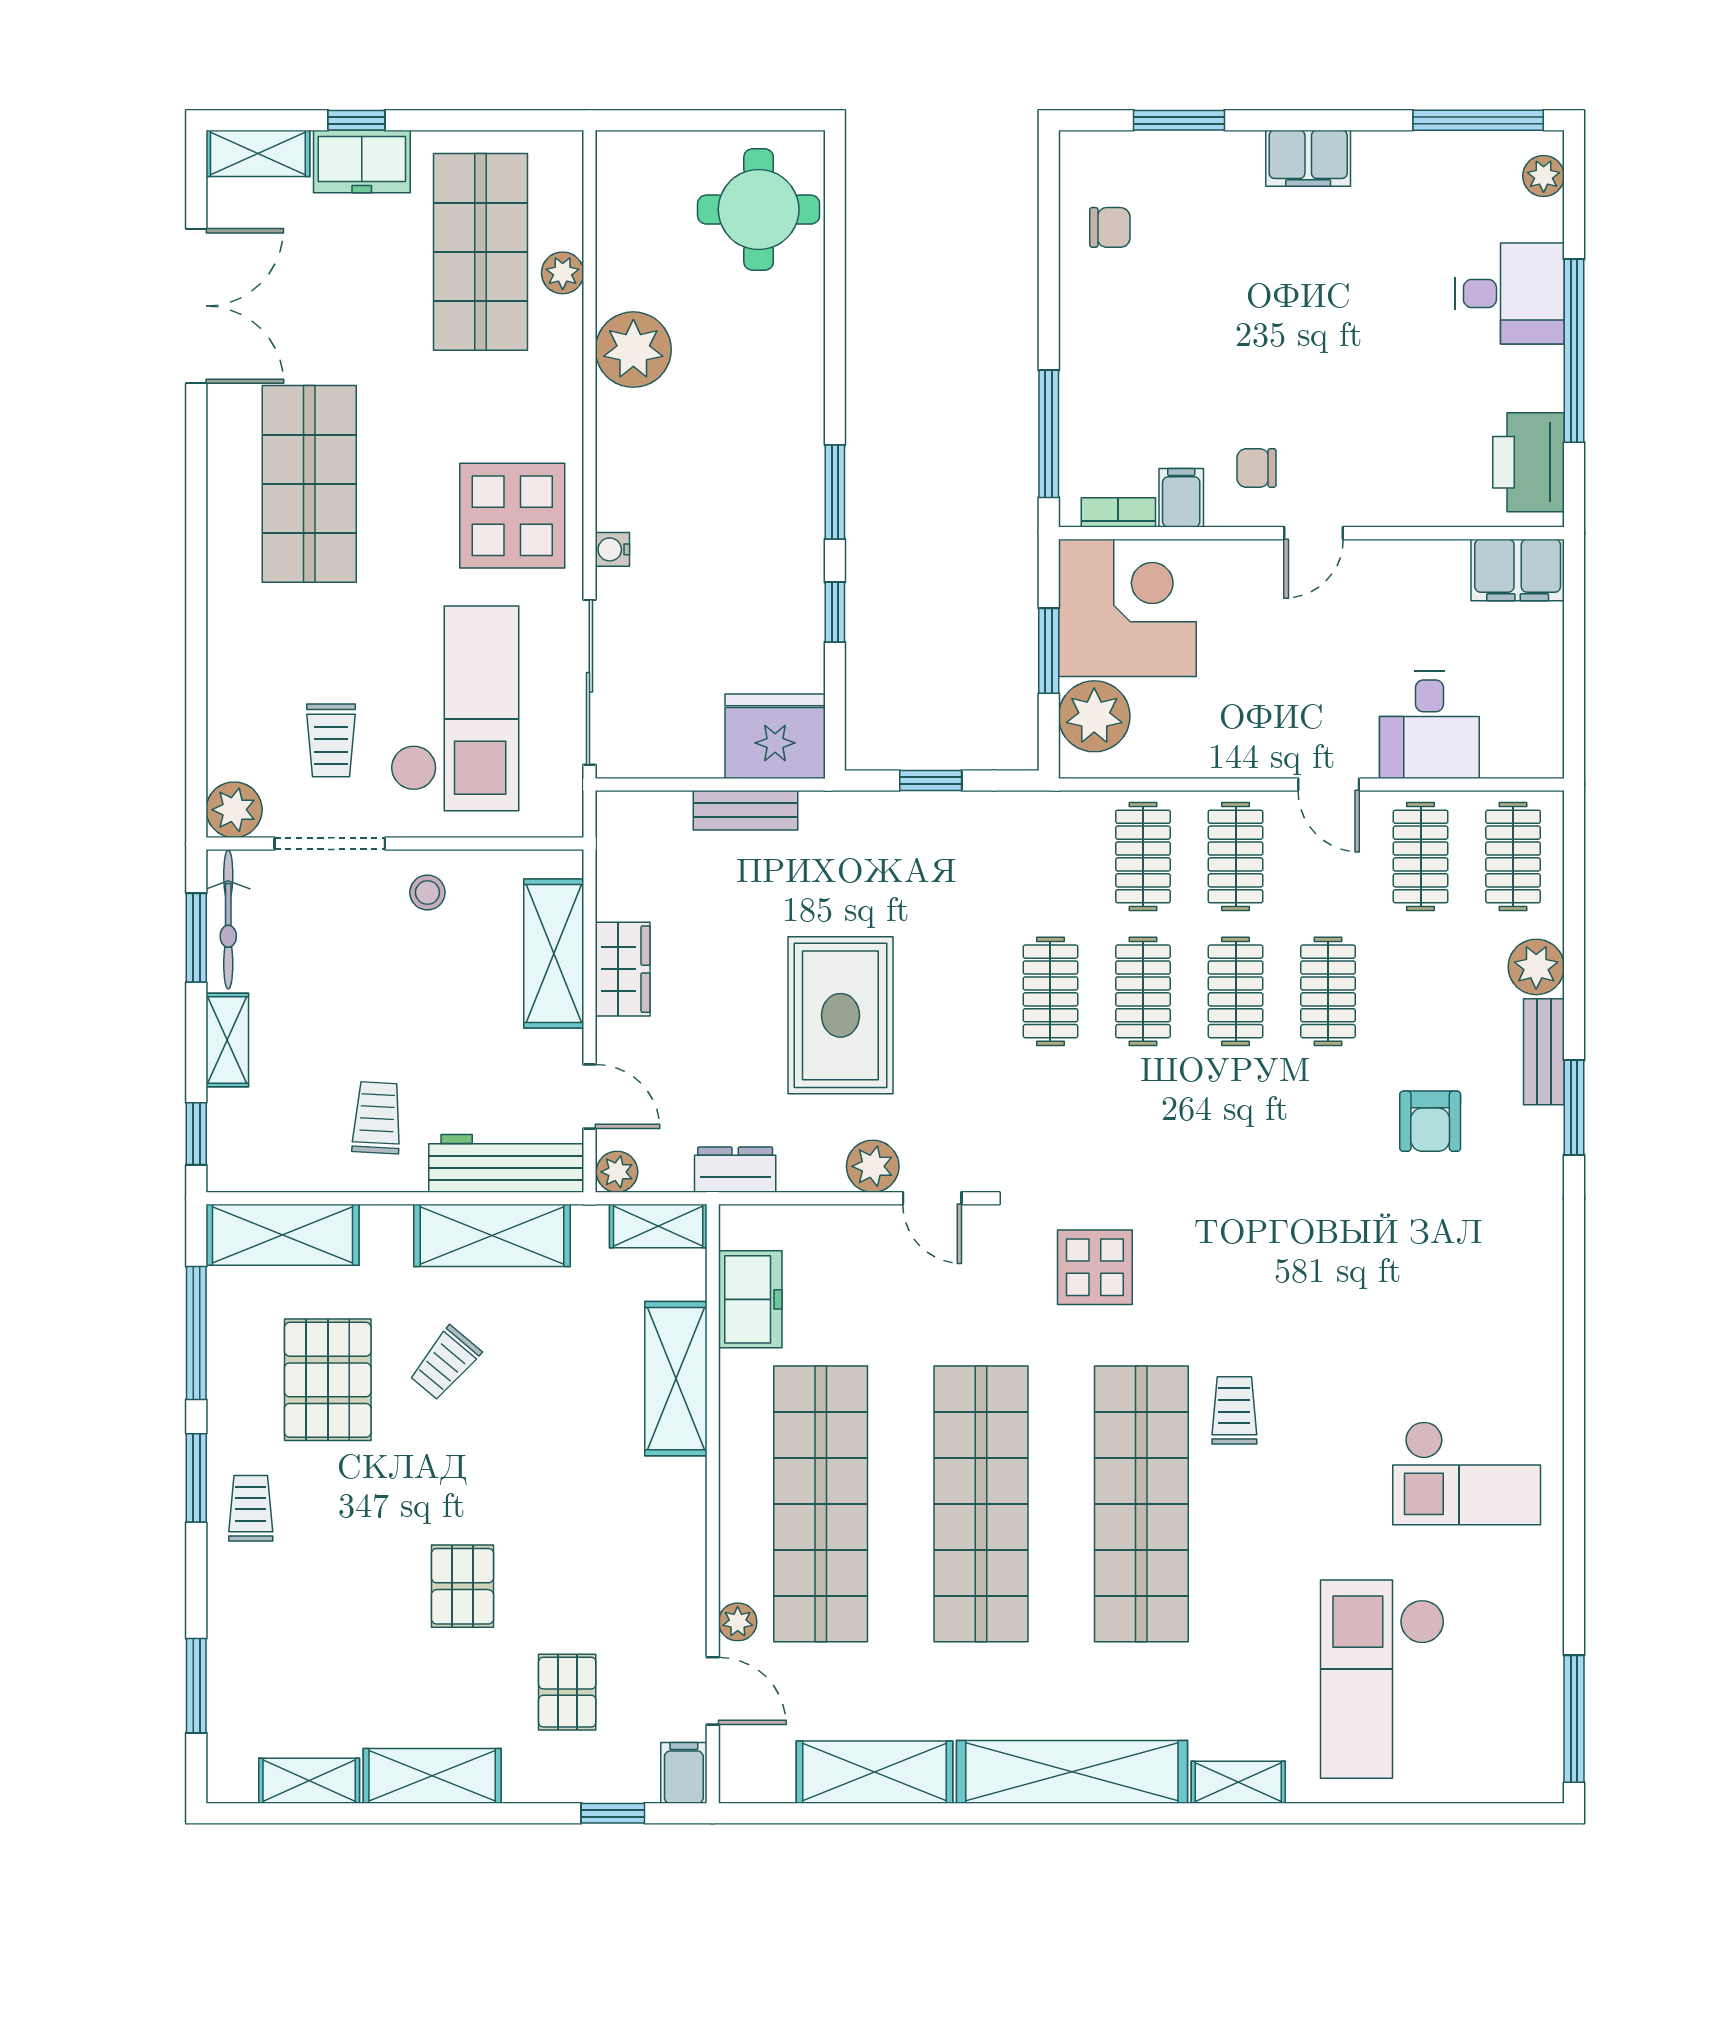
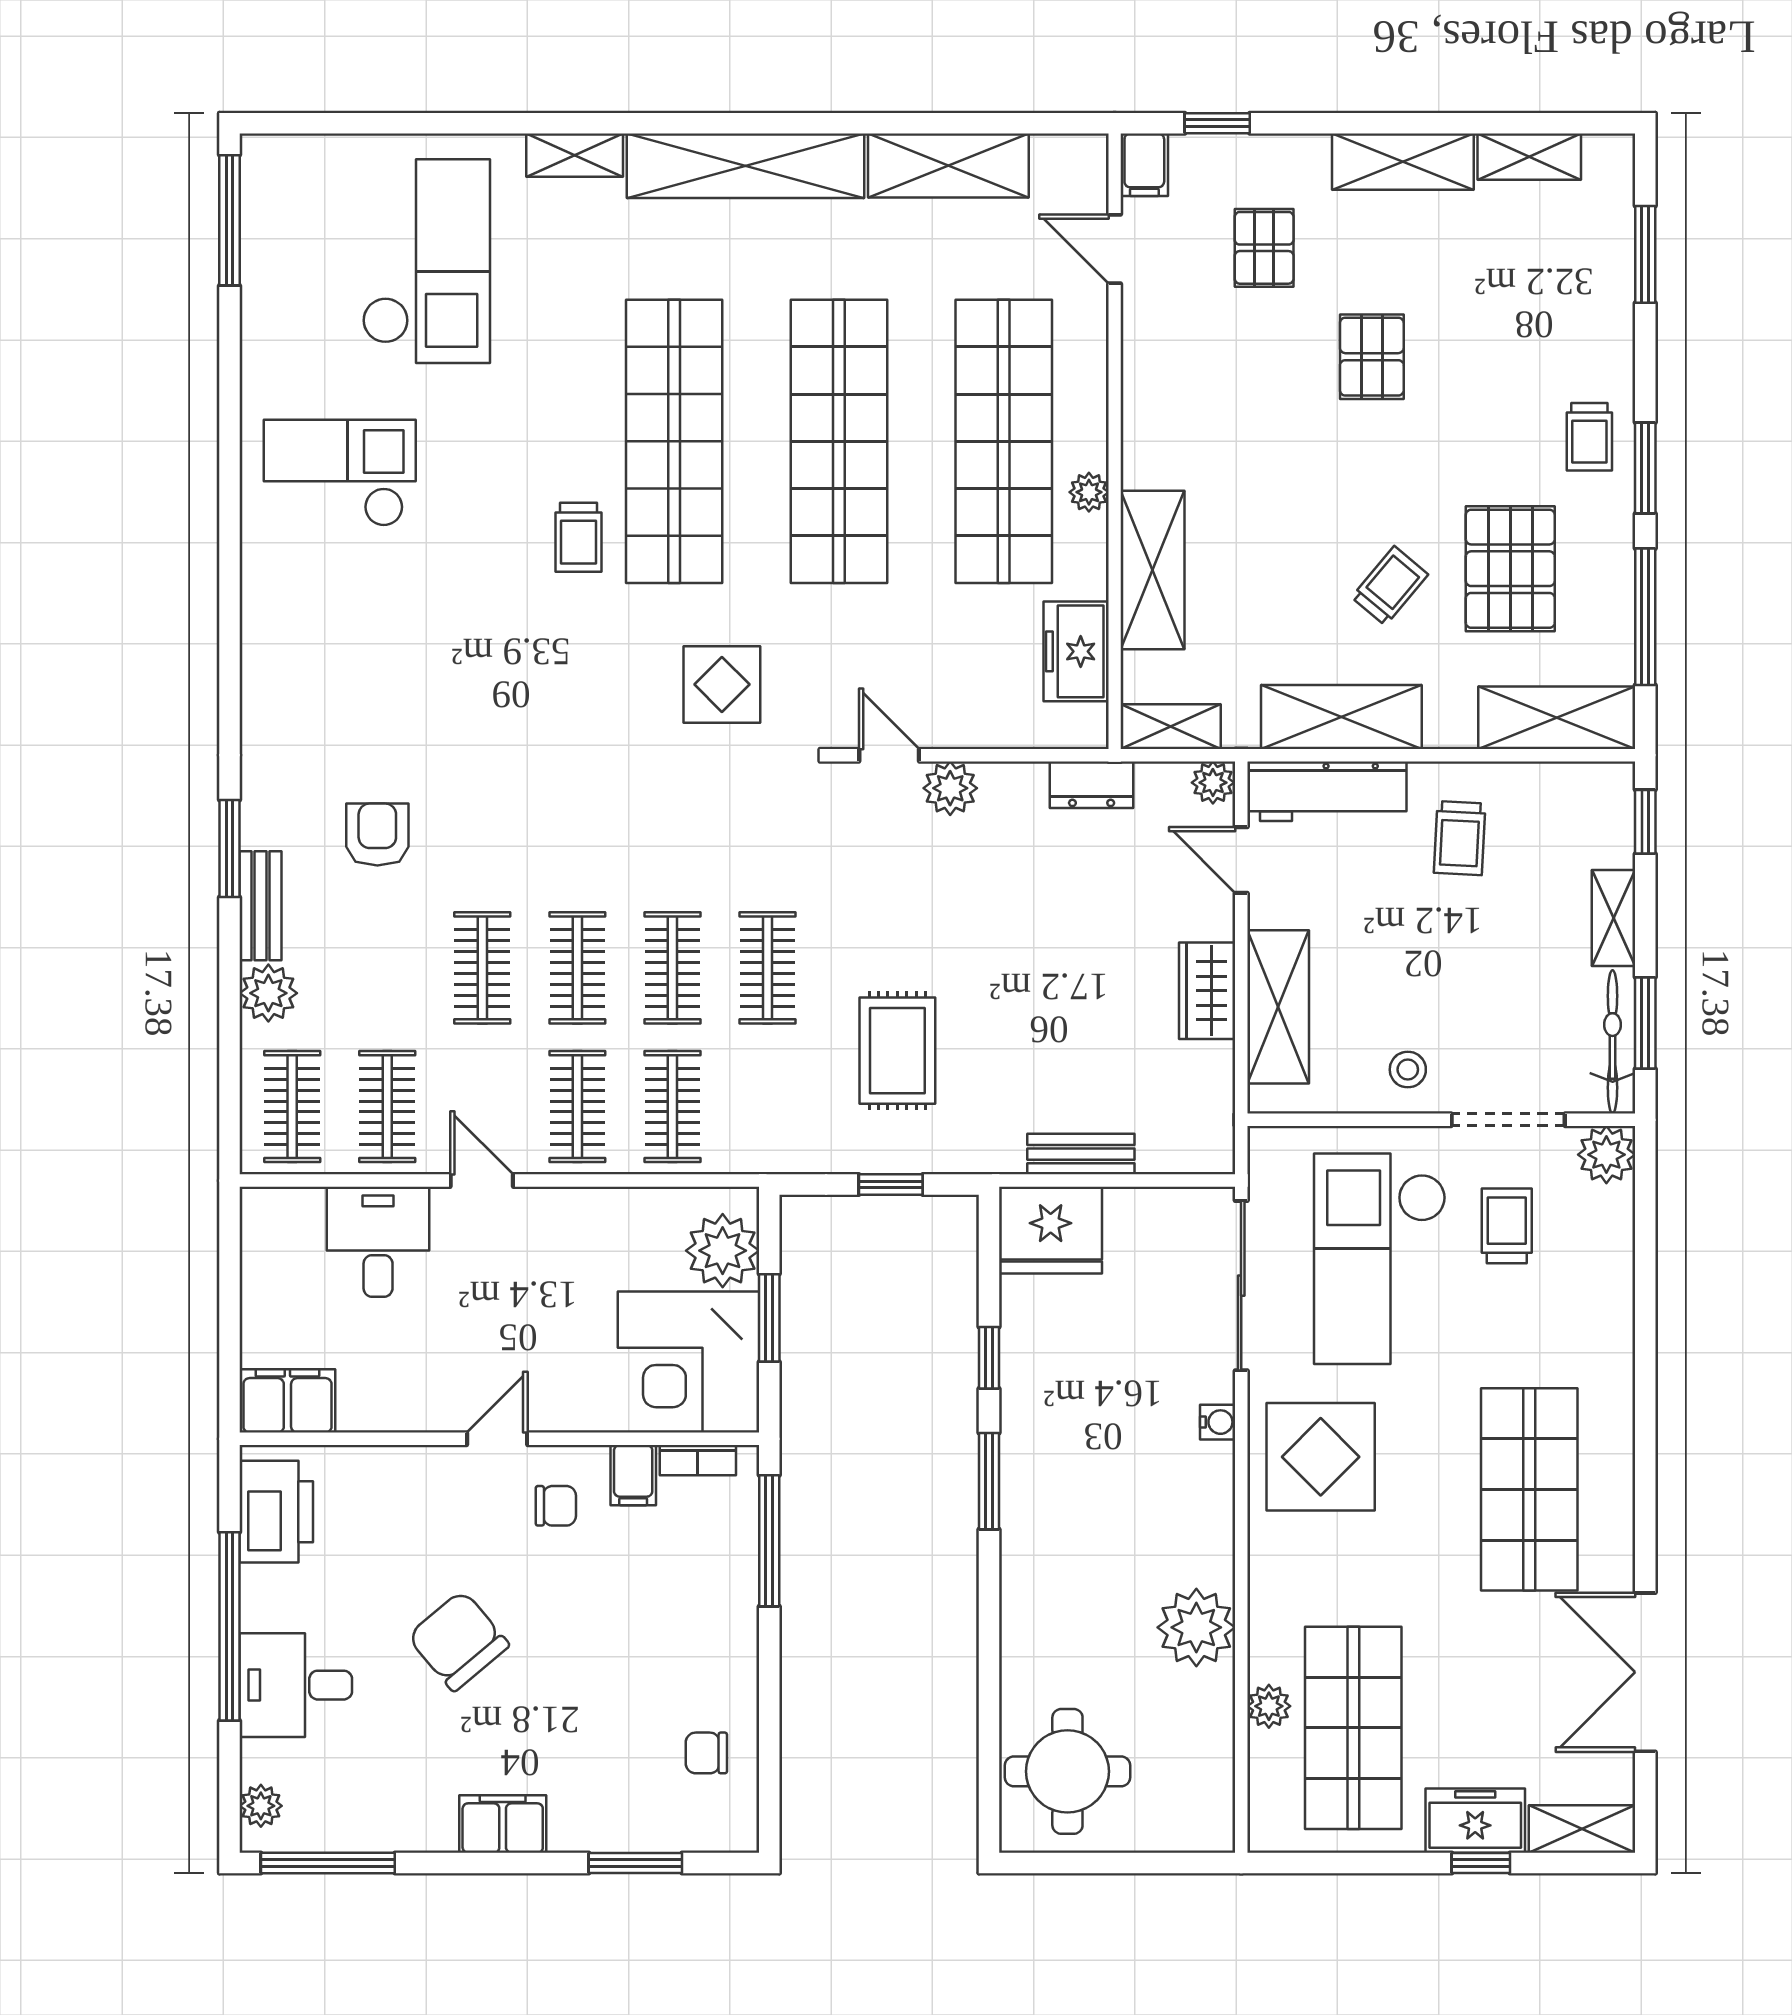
chair: (1351, 337) -> (458, 1641), added
rug: (840, 1015) -> (897, 1051), moved, width x0.73, depth x0.70
plant: (738, 1622) -> (1089, 492), moved

